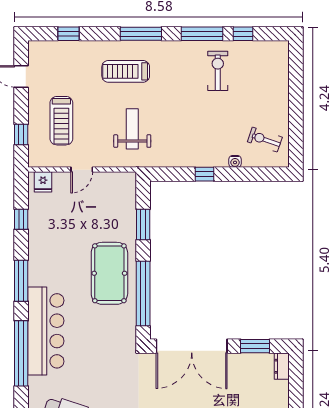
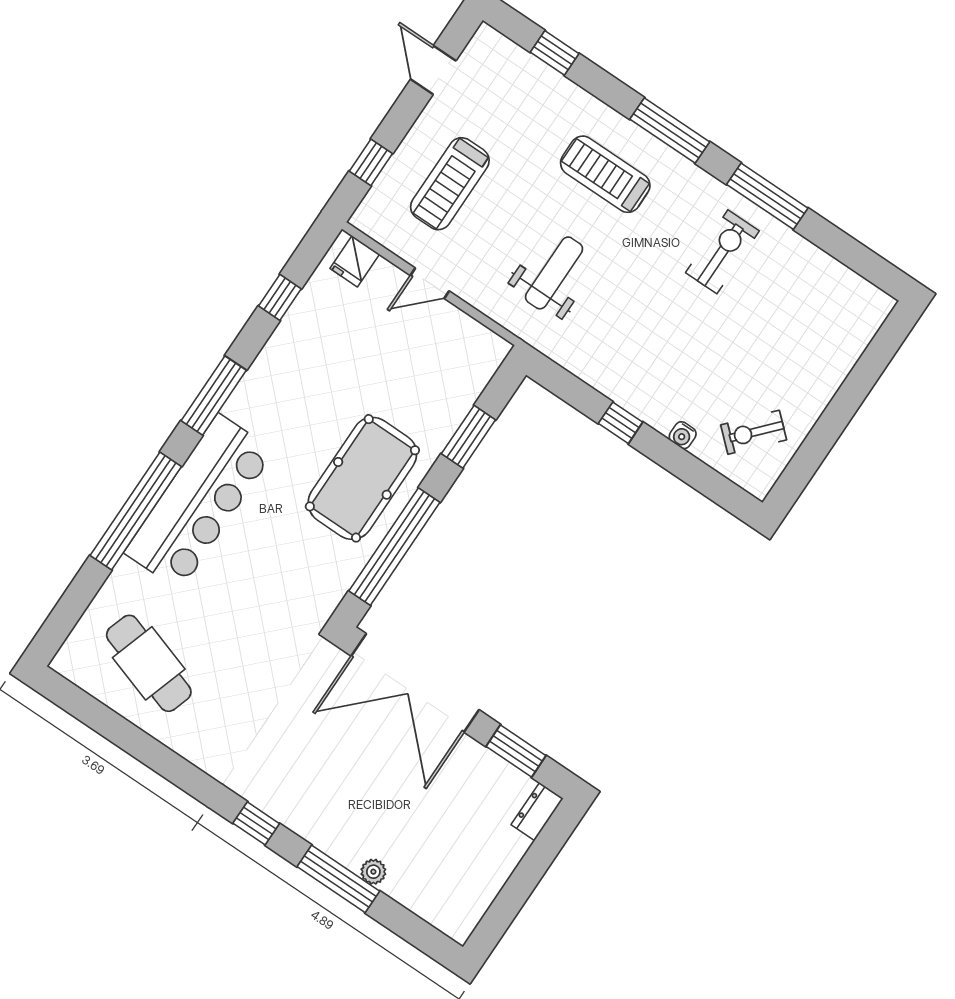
window: (243, 34) -> (833, 240), removed
exercise bike: (218, 71) -> (722, 252), moved
exercise bike: (265, 140) -> (754, 432), turned -67

